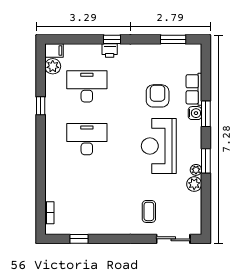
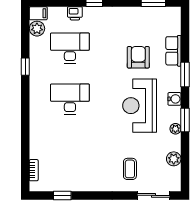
printer: (110, 51) -> (75, 13), moved
water cooler: (195, 113) -> (174, 99), moved
plant: (194, 184) -> (174, 159), moved

